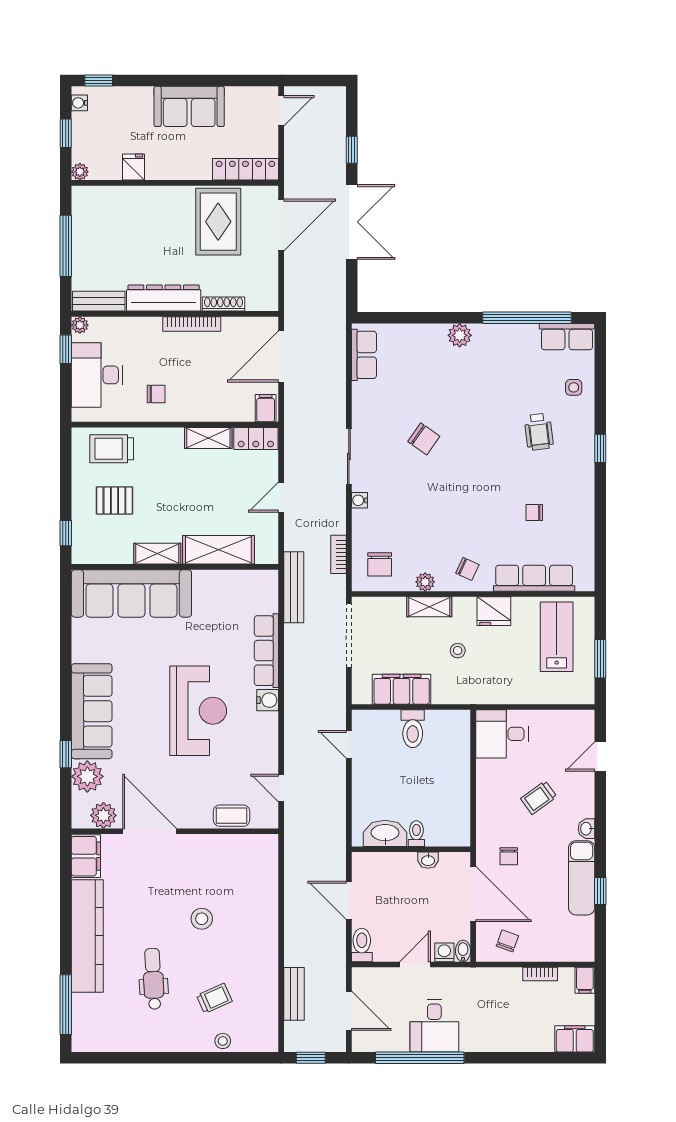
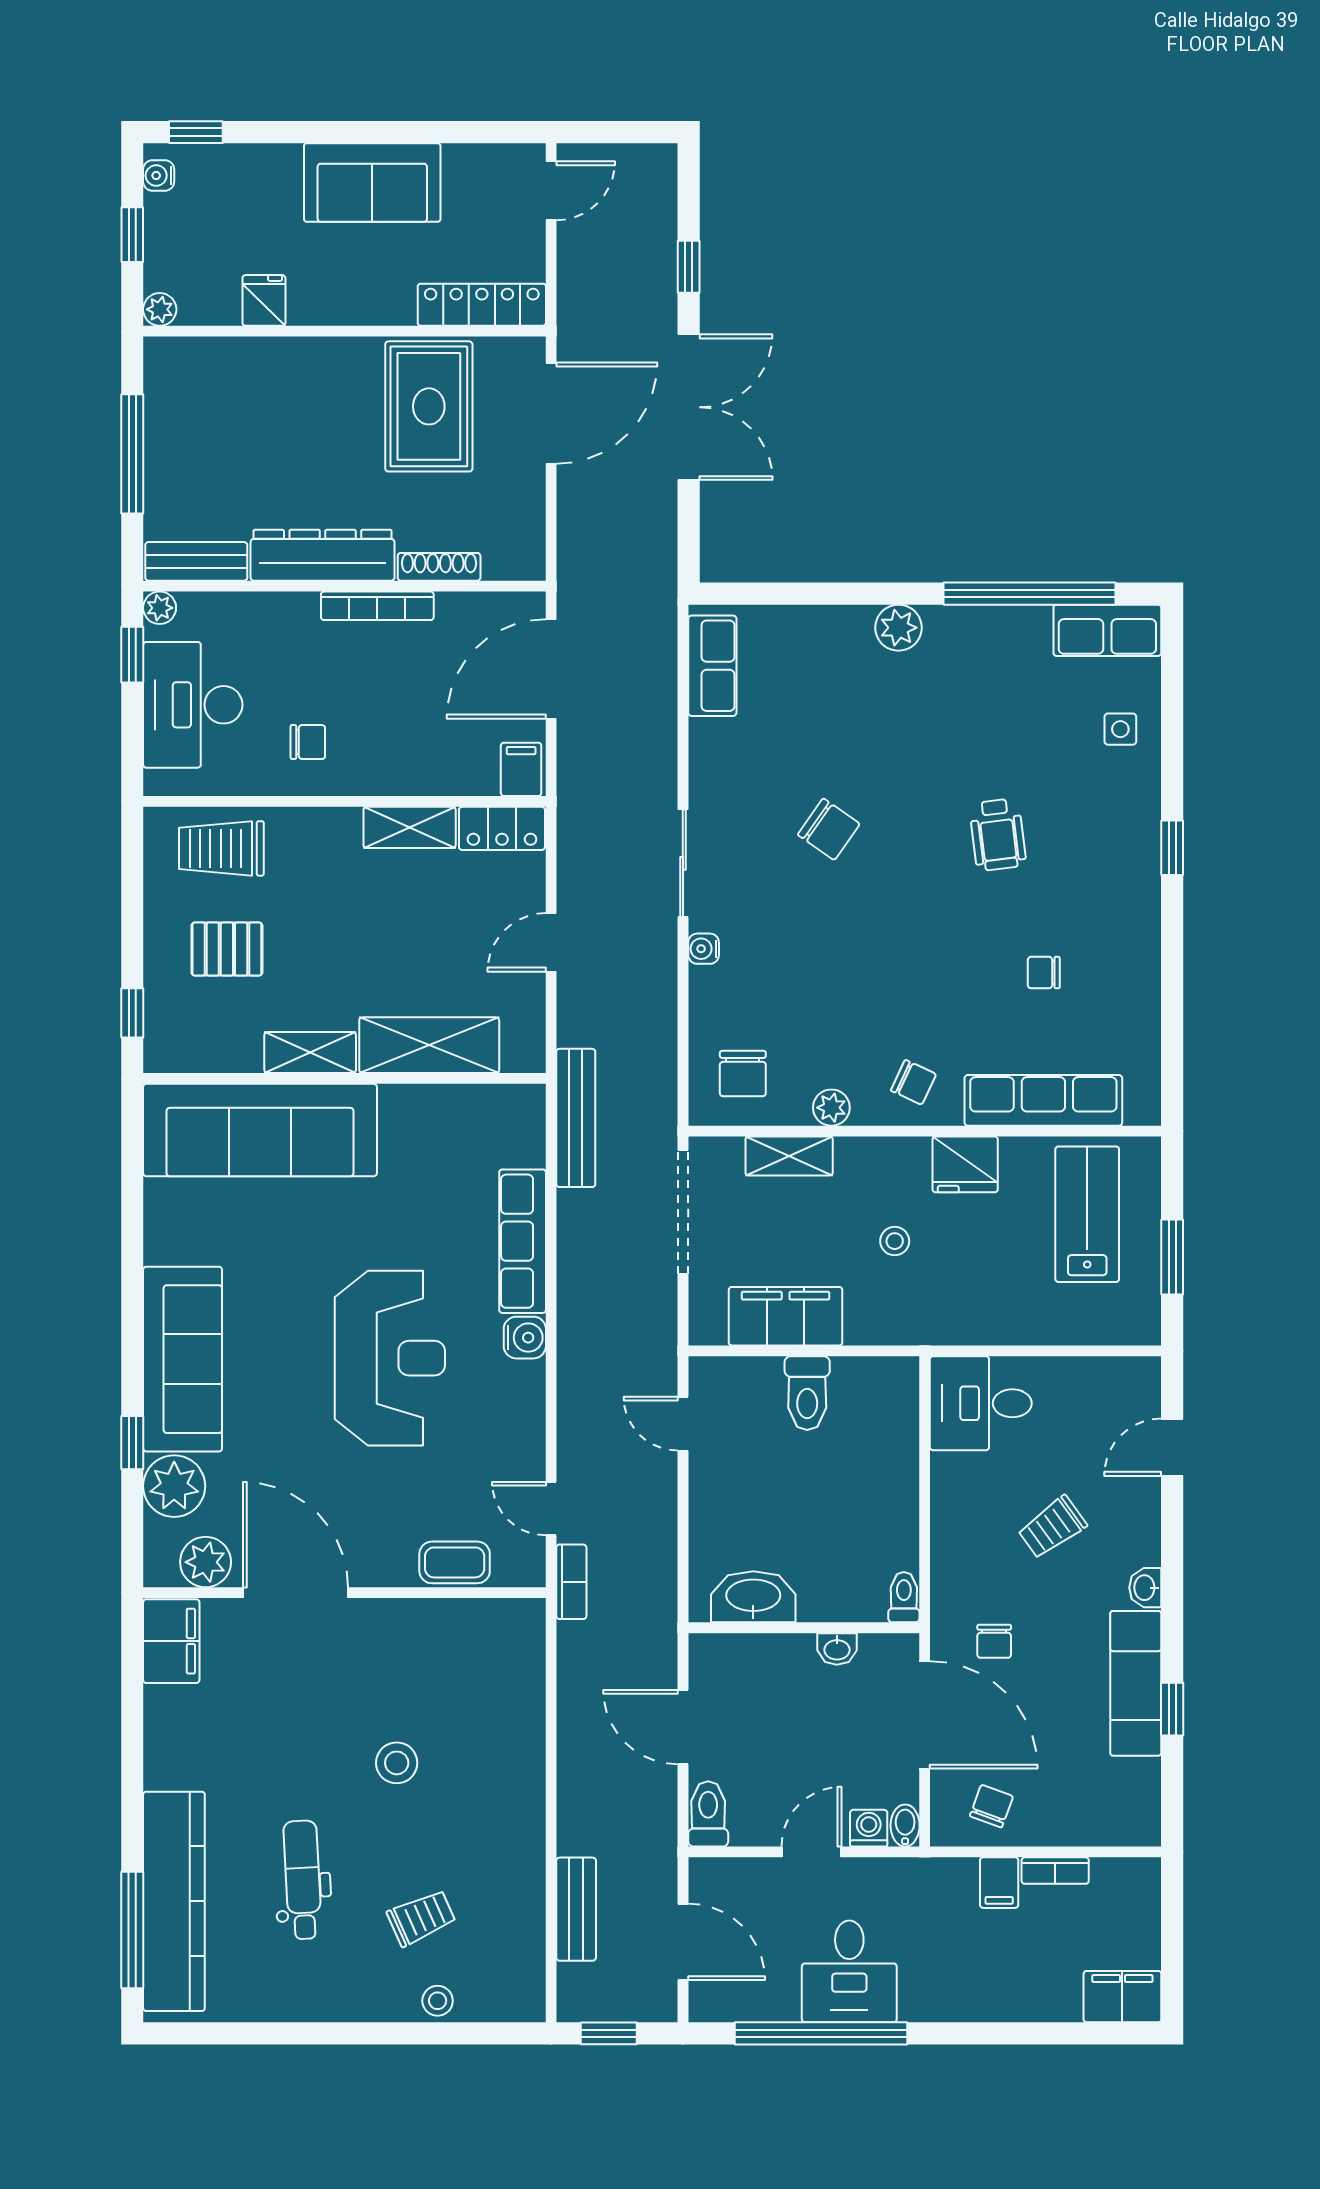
wheelchair: (539, 432) -> (998, 835), moved
bookcase: (338, 554) -> (571, 1582), moved, turned 180
shelving: (429, 607) -> (789, 1156), moved
toilet: (416, 834) -> (904, 1597), moved
kitchen counter: (87, 936) -> (174, 1901), moved
filing cabinet: (585, 980) -> (999, 1883), moved

